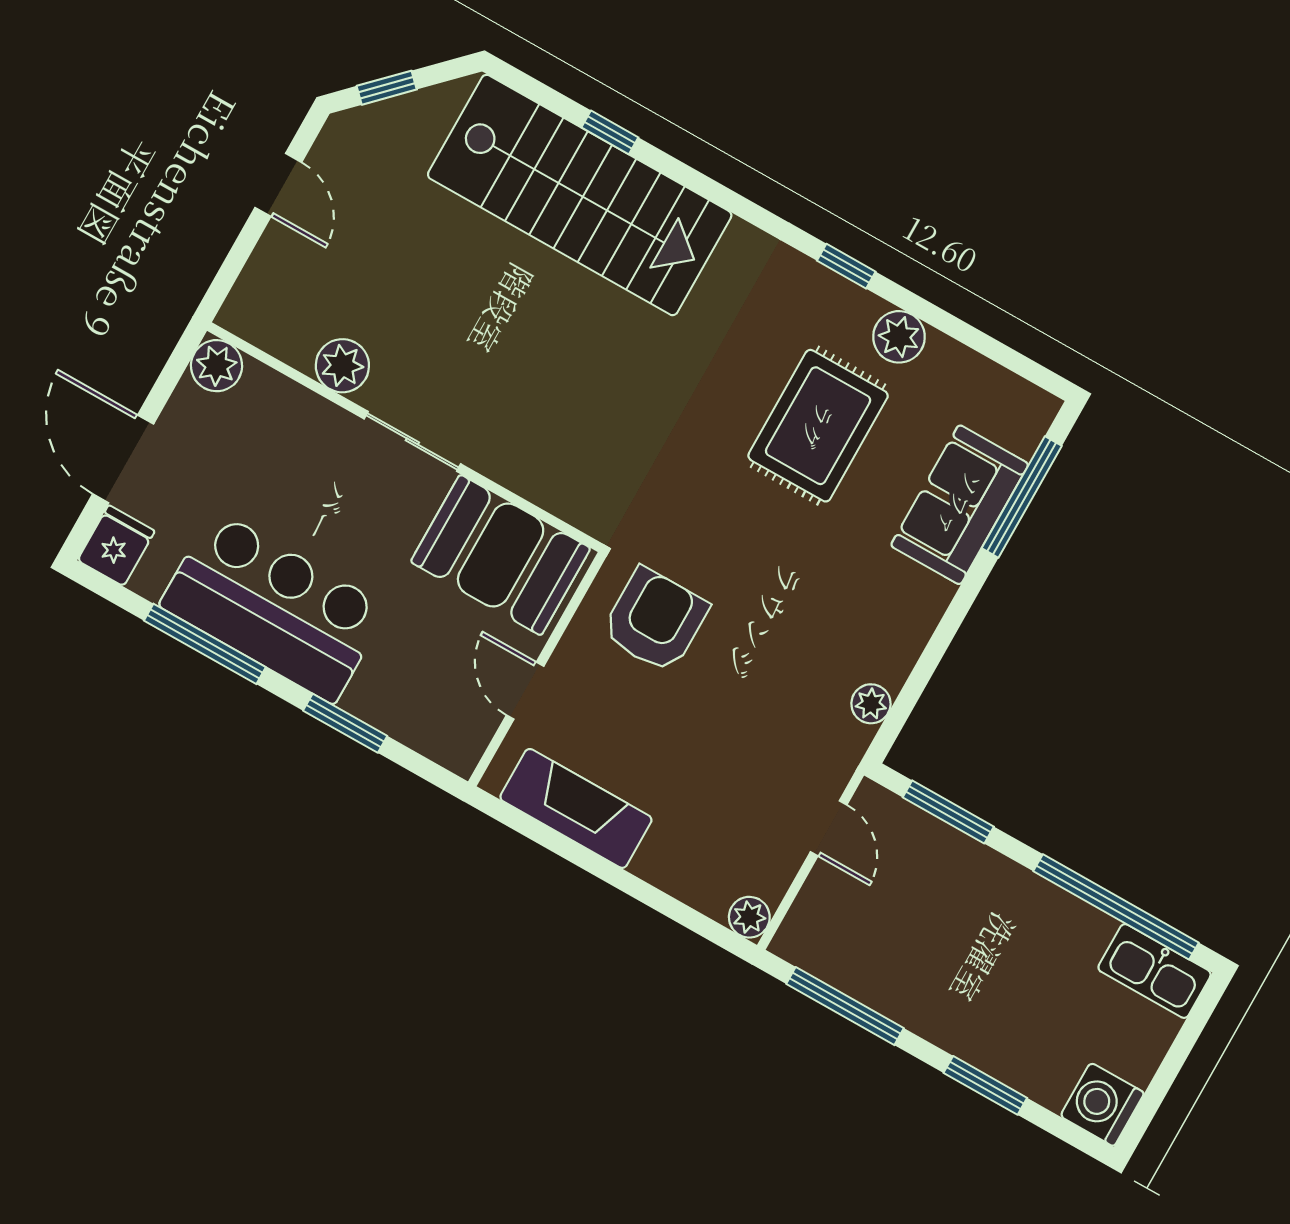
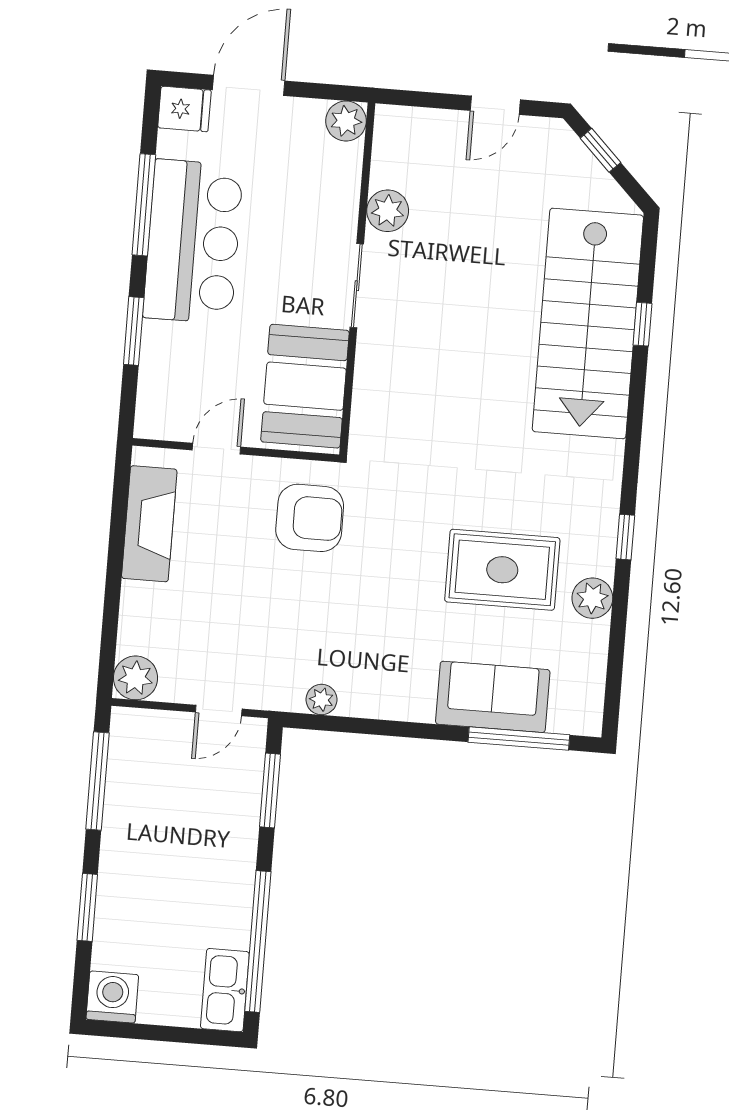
plant: (749, 917) -> (136, 678), width x1.38, depth x1.38

